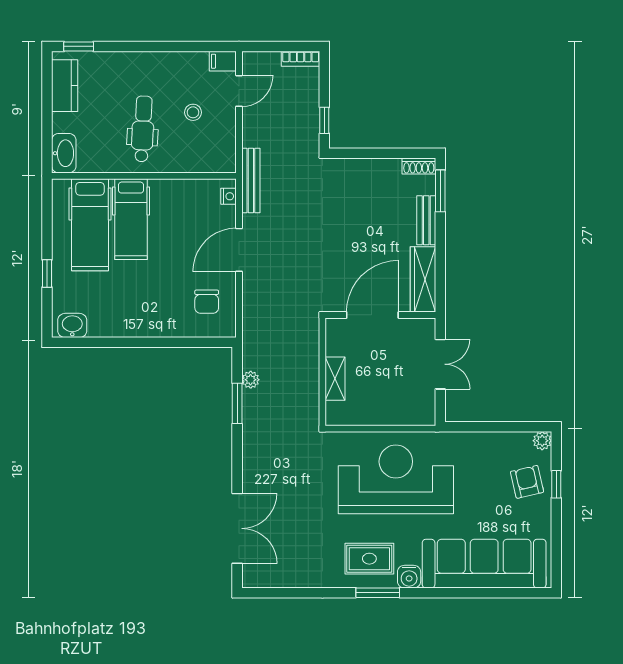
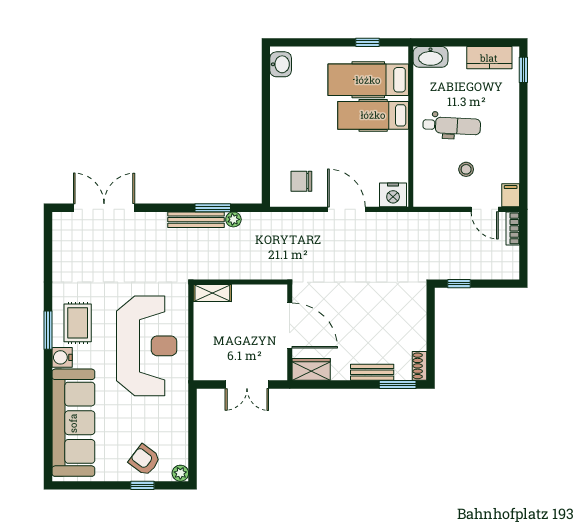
bookcase: (301, 59) -> (513, 228), moved
bench: (251, 181) -> (196, 220), moved
nightstand: (228, 196) -> (393, 195), width x1.89, depth x1.79
window: (47, 273) -> (368, 42), moved
wardrobe: (423, 279) -> (311, 369), width x0.67
shelving: (335, 379) -> (212, 293), moved
armchair: (527, 482) -> (145, 460), turned -130
double door: (237, 528) -> (104, 208), swing flipped

